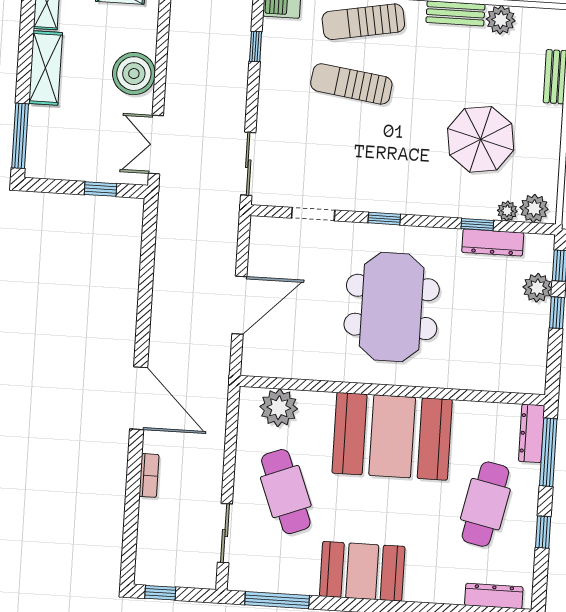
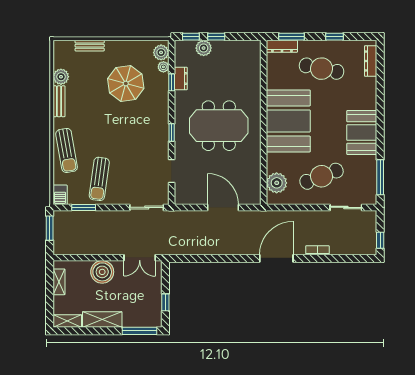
window: (256, 47) -> (84, 207), width x1.50
sun lounger: (351, 84) -> (99, 179), moved
window: (100, 189) -> (165, 302), moved
dresser: (493, 242) -> (181, 79), width x0.70
window: (548, 452) -> (292, 37), width x0.69

